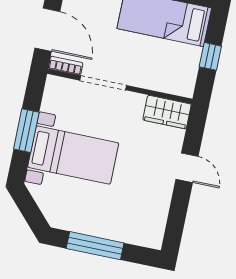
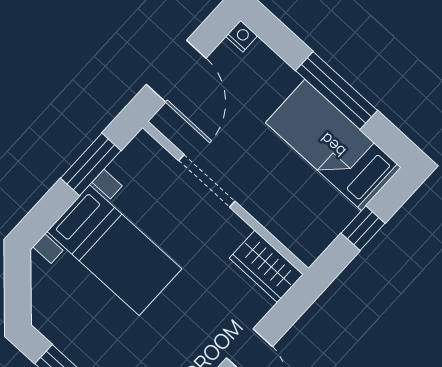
bookcase: (66, 66) -> (172, 131), removed
window: (26, 131) -> (91, 164), moved

